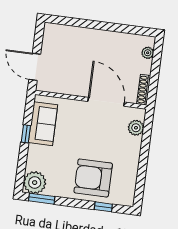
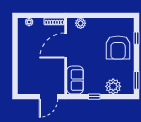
sofa: (43, 124) -> (75, 80), moved, turned 90
plant: (35, 183) -> (113, 86), moved

